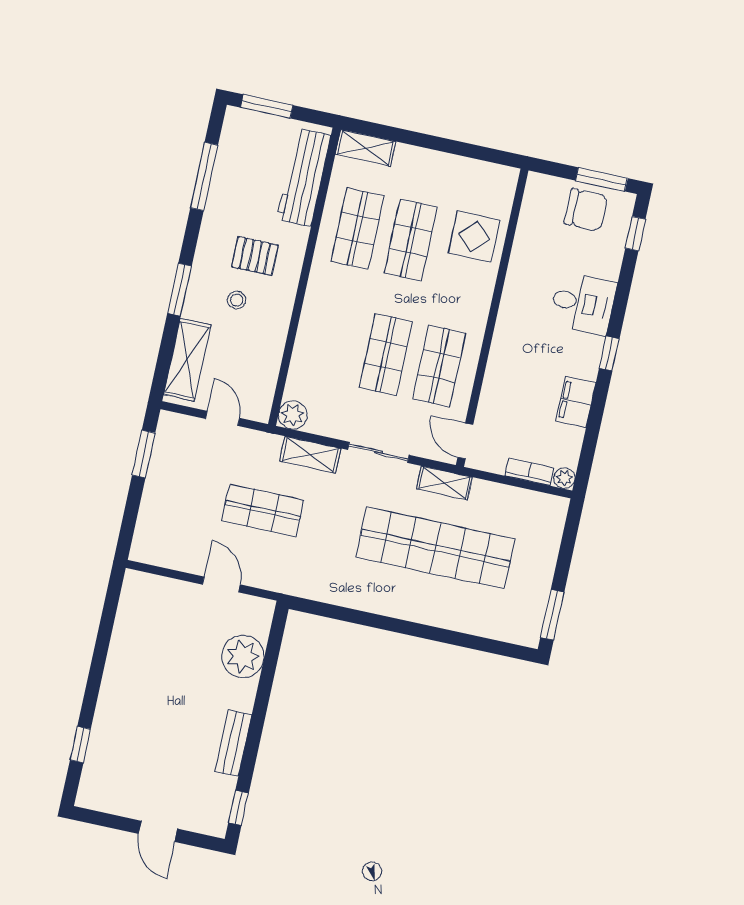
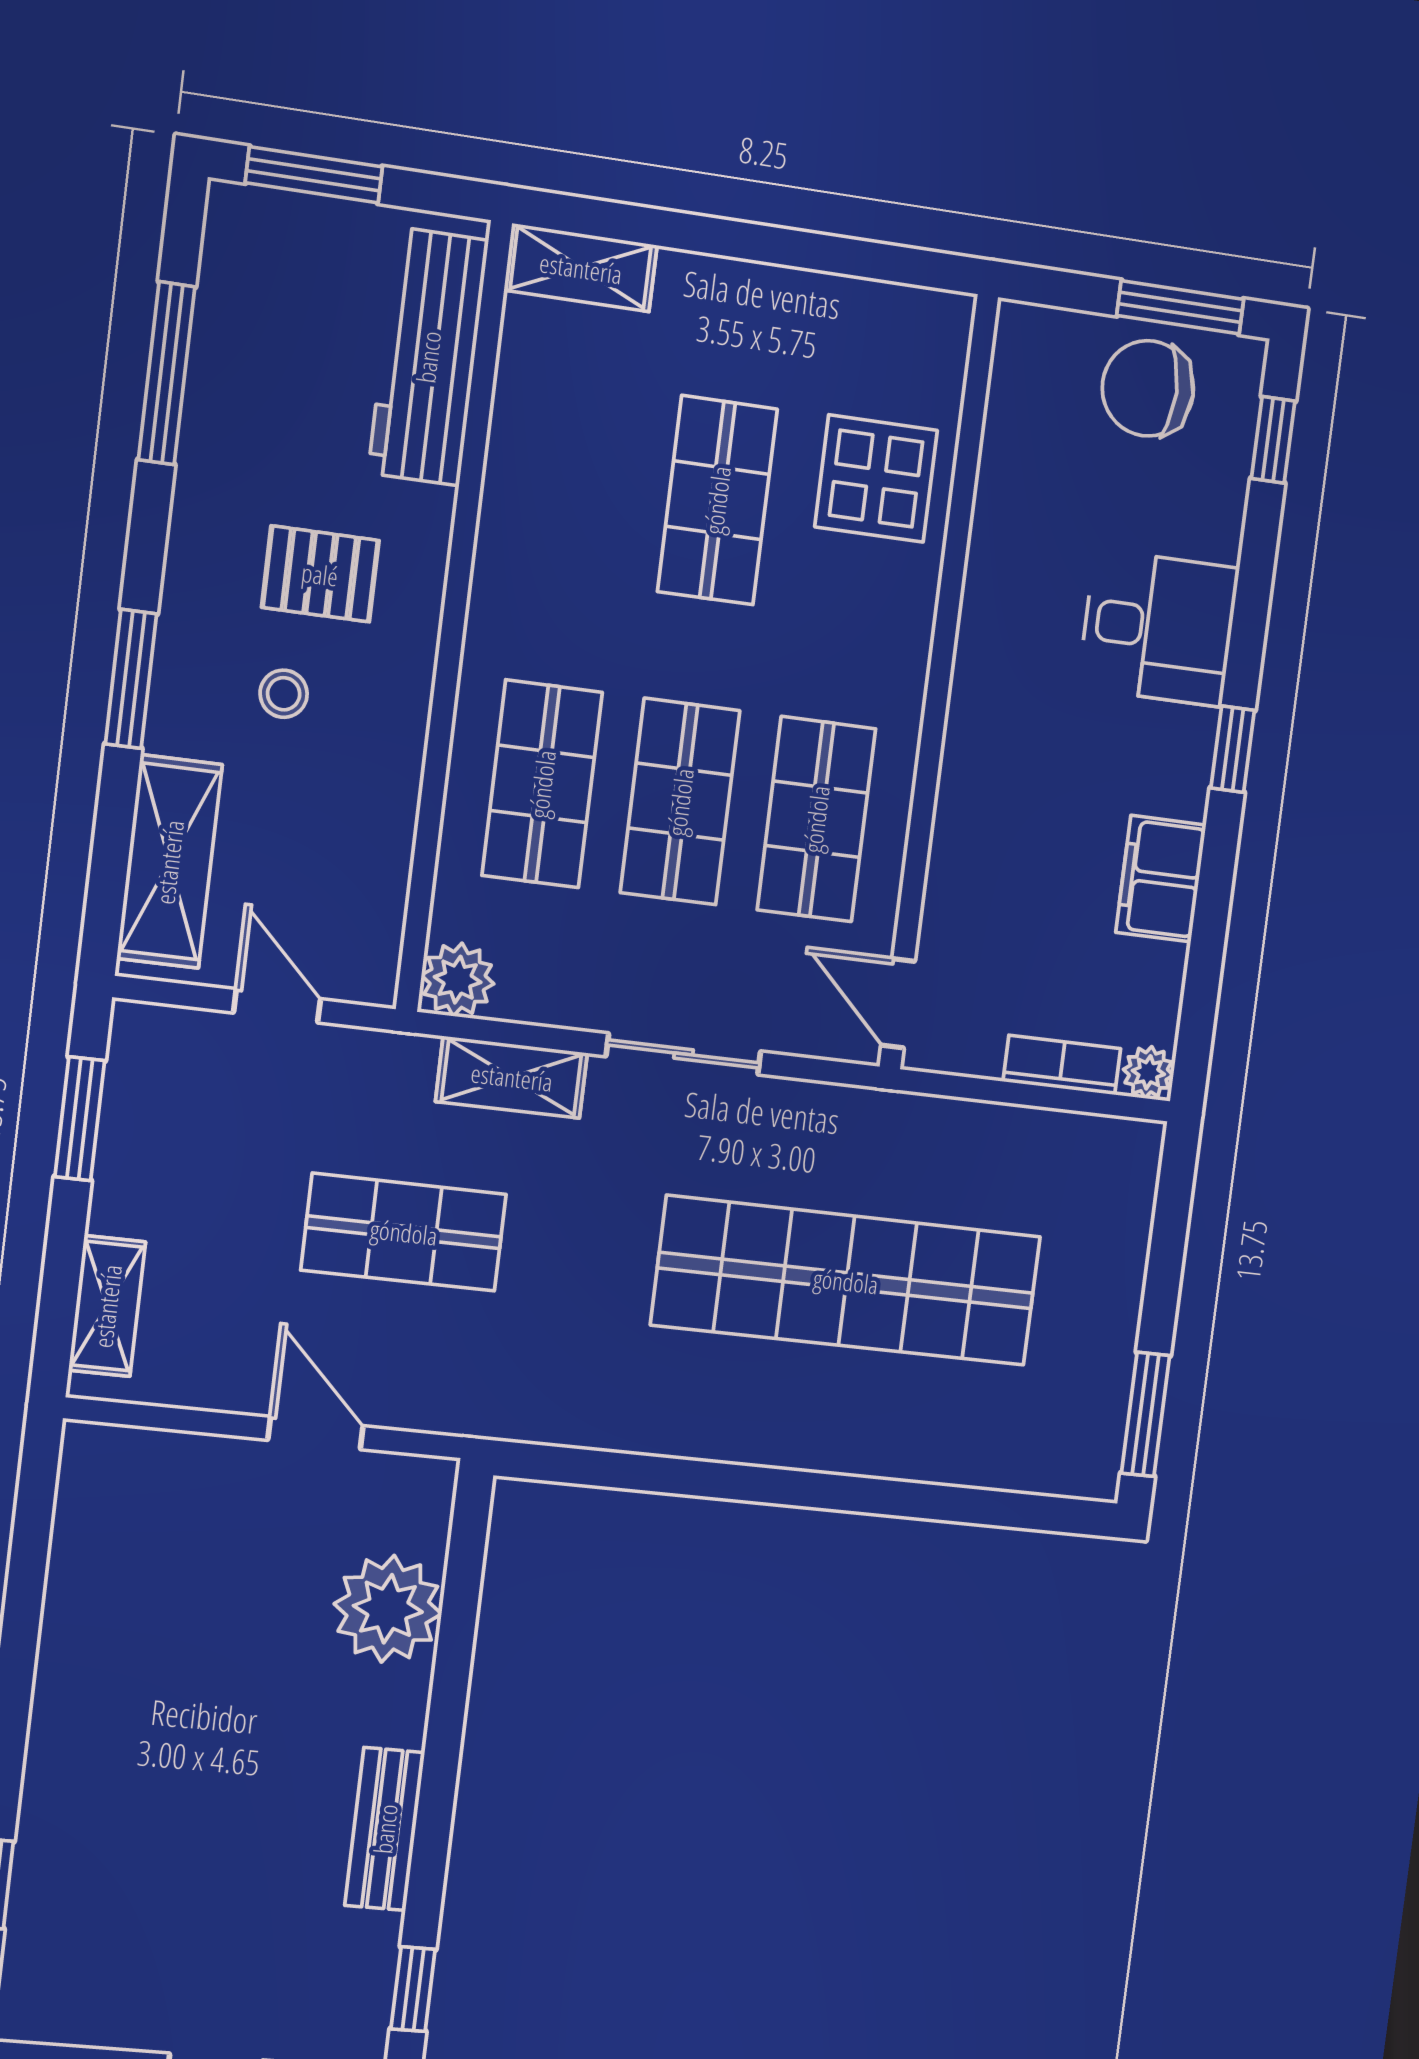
chair: (586, 210) -> (1148, 388), turned 180
shop shelf: (358, 228) -> (542, 784), moved
shelving: (444, 483) -> (107, 1306), moved, turned 90

